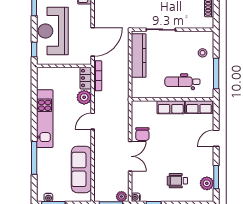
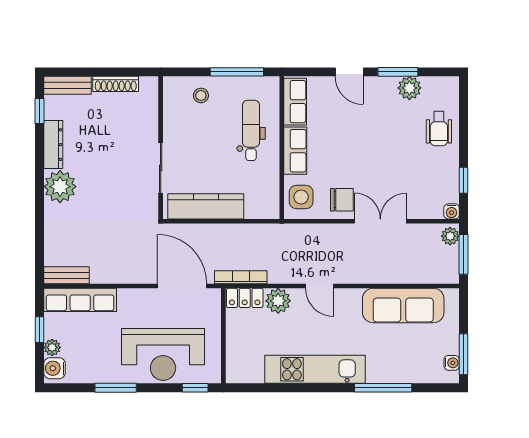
dental chair: (182, 82) -> (251, 130), turned 180
side table: (144, 111) -> (301, 197), added
window: (216, 177) -> (398, 72), moved
wheelchair: (177, 181) -> (439, 129), moved
plant: (207, 183) -> (409, 88), moved

